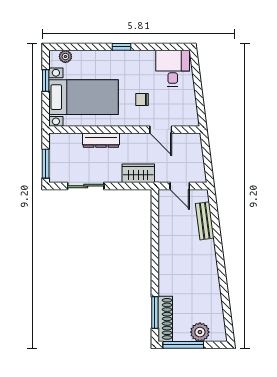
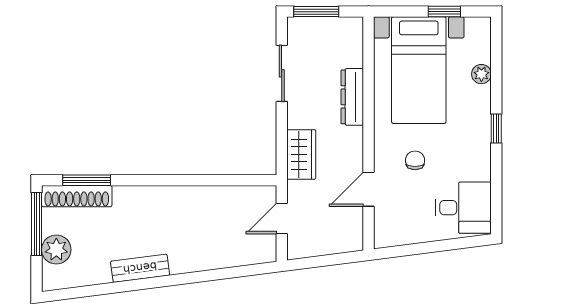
plant: (65, 57) -> (481, 74), moved
bench: (205, 221) -> (140, 268), moved

